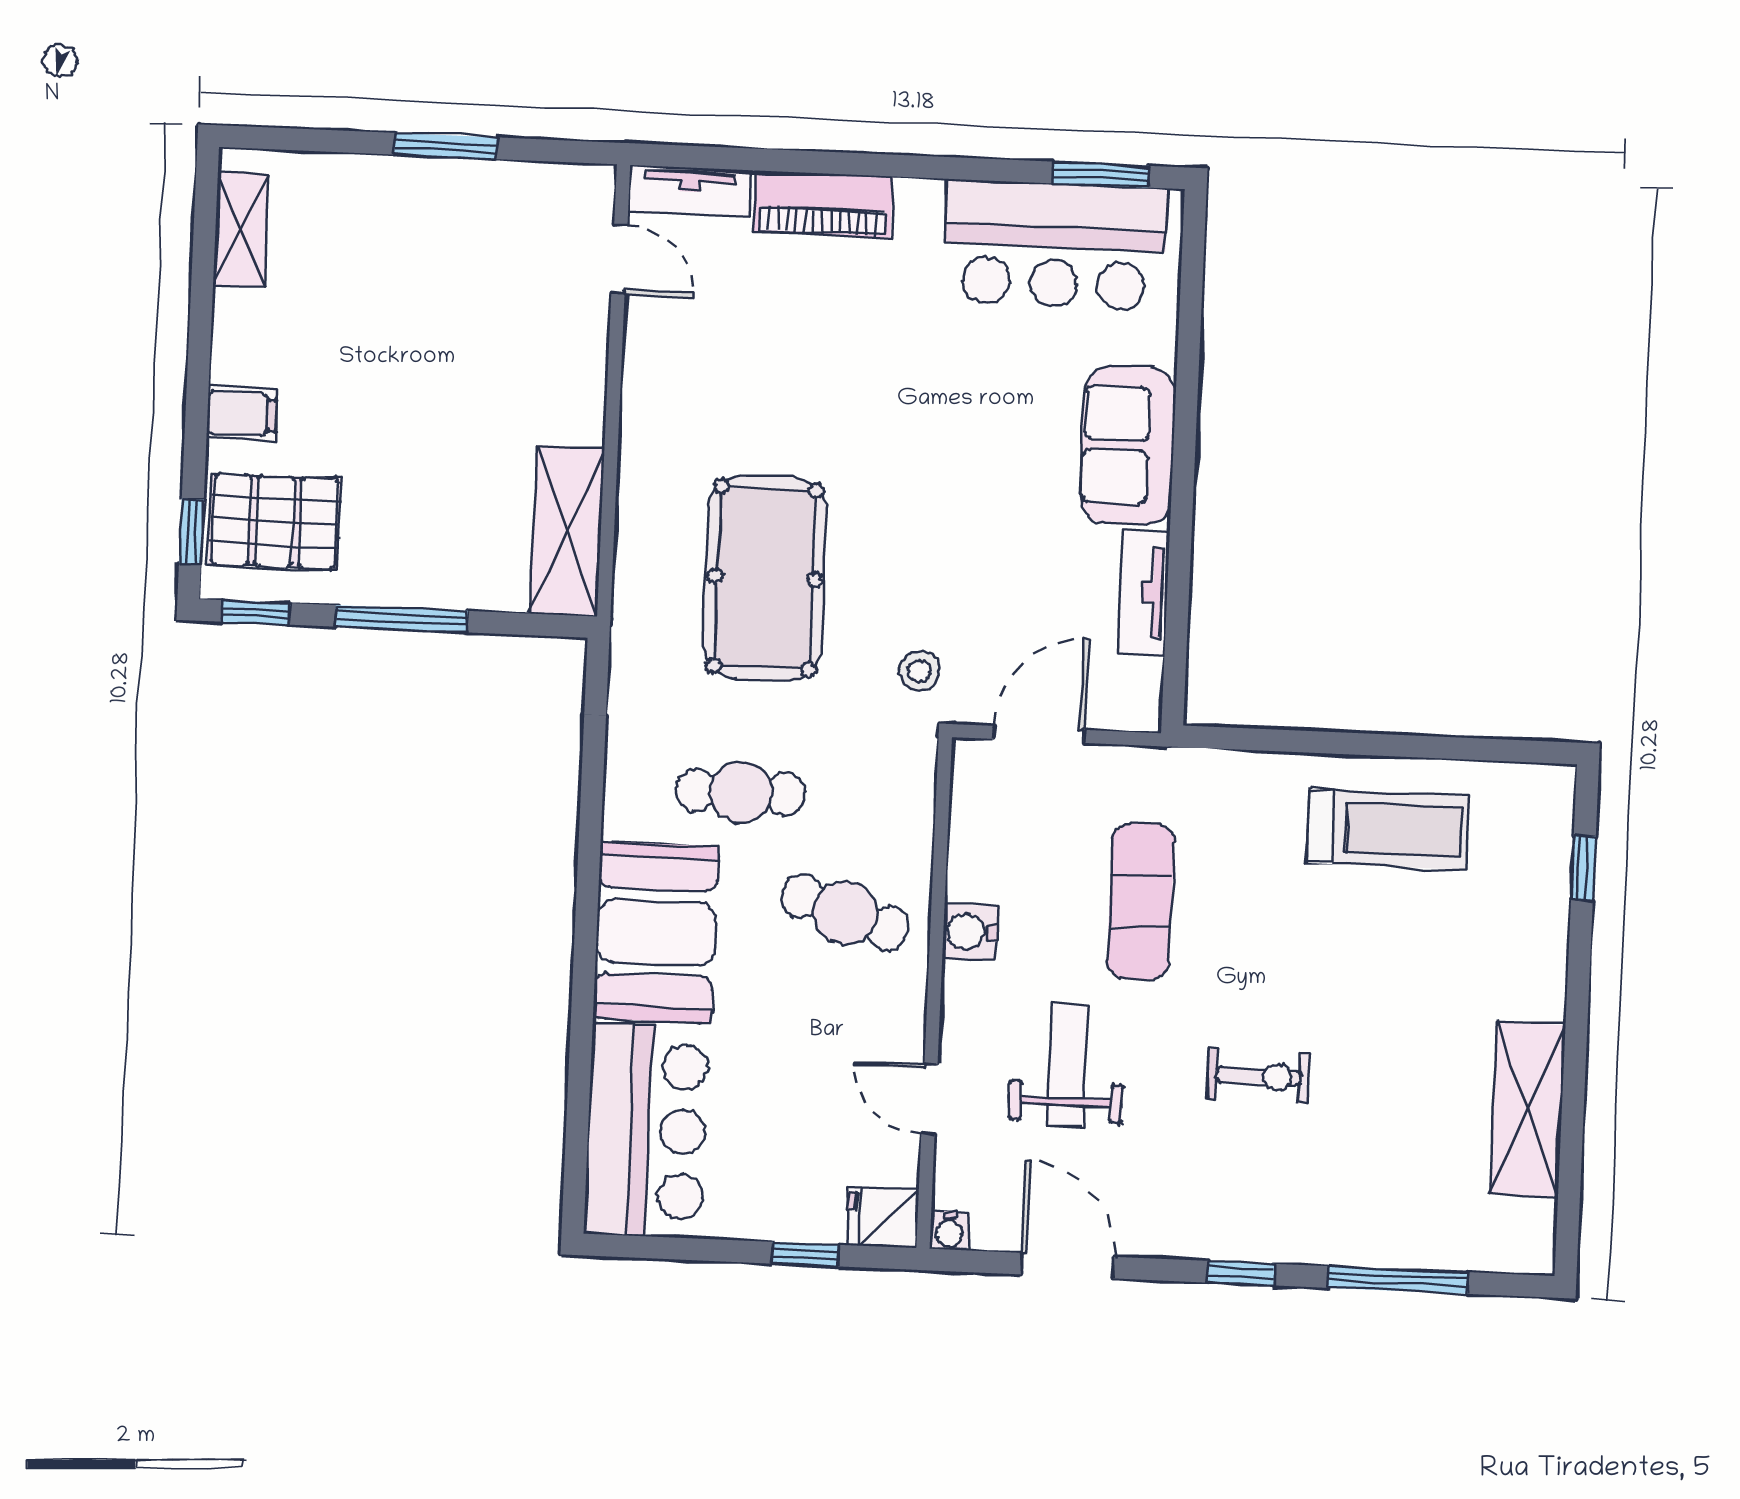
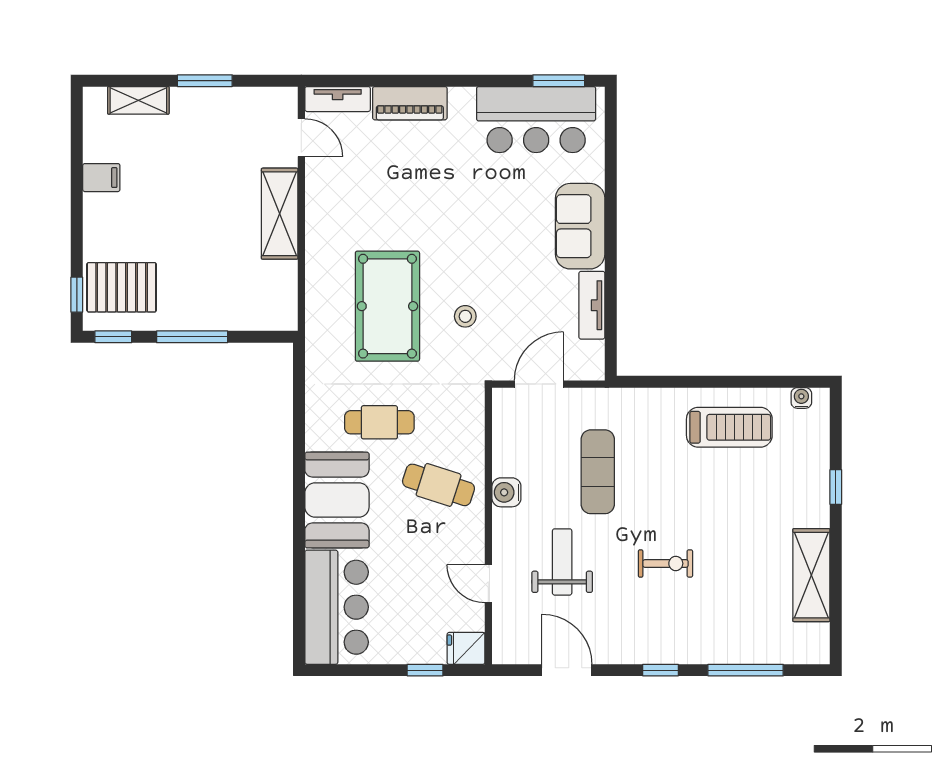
shelving: (241, 230) -> (138, 100), moved, turned 90
filing cabinet: (242, 414) -> (101, 178), moved
shelving: (567, 531) -> (280, 214), moved
stool: (919, 671) -> (465, 316), moved
window: (1583, 868) -> (836, 487), moved
water cooler: (949, 1230) -> (801, 398), moved, turned 180

